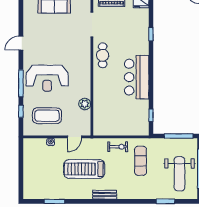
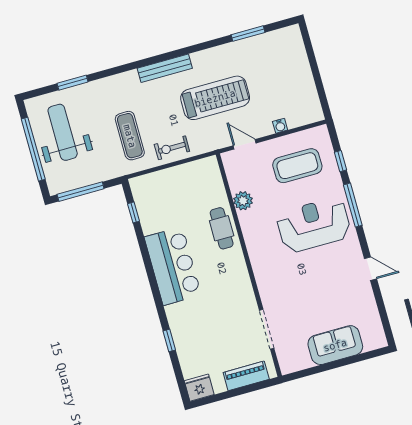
door: (21, 43) -> (371, 269), hinge flipped
cafe table: (103, 55) -> (222, 228), moved
door: (74, 137) -> (245, 144), hinge flipped
bench: (105, 195) -> (165, 68), width x1.36

